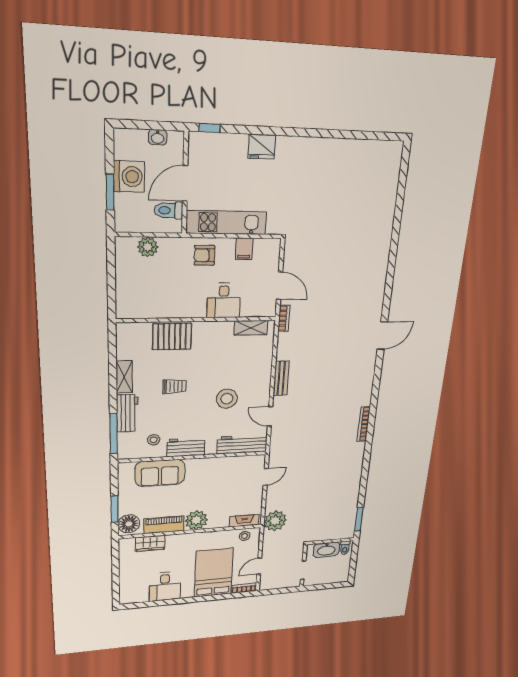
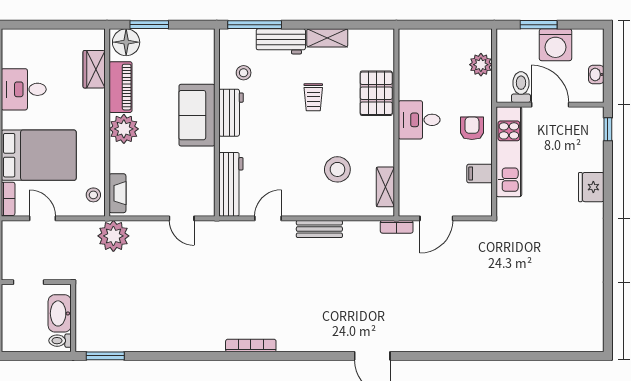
desk: (224, 300) -> (419, 120), moved
stool: (227, 399) -> (337, 169), moved
sofa: (160, 473) -> (197, 115), moved

